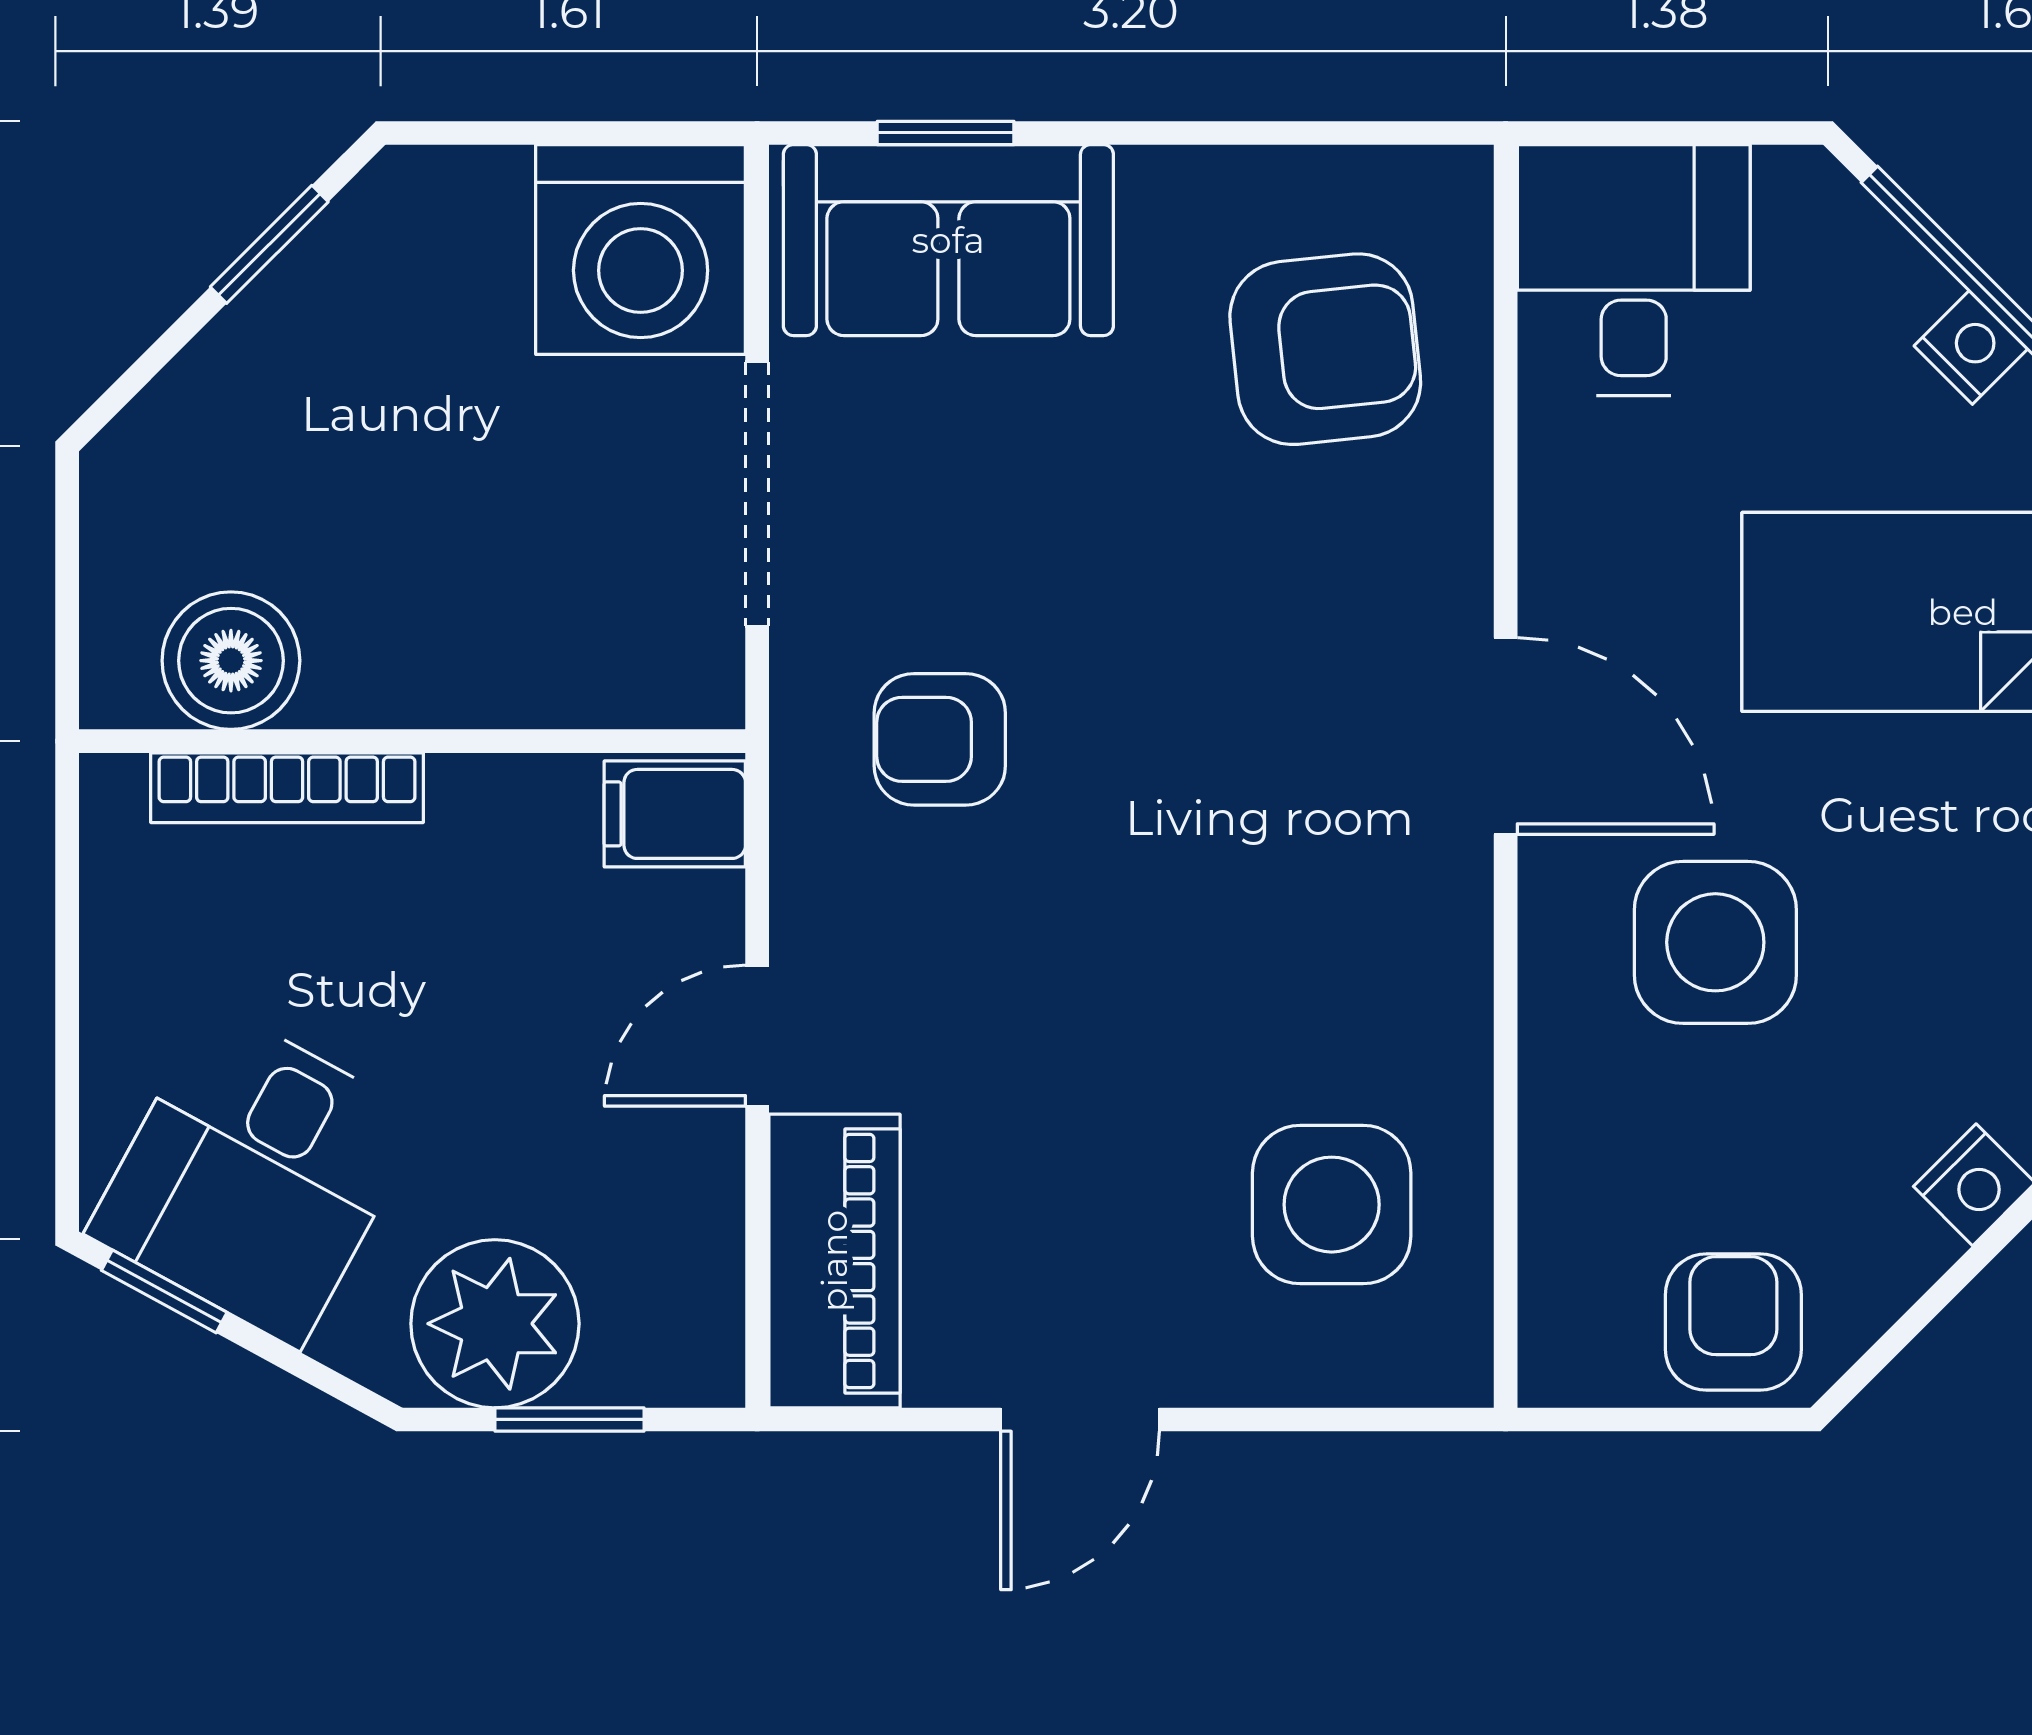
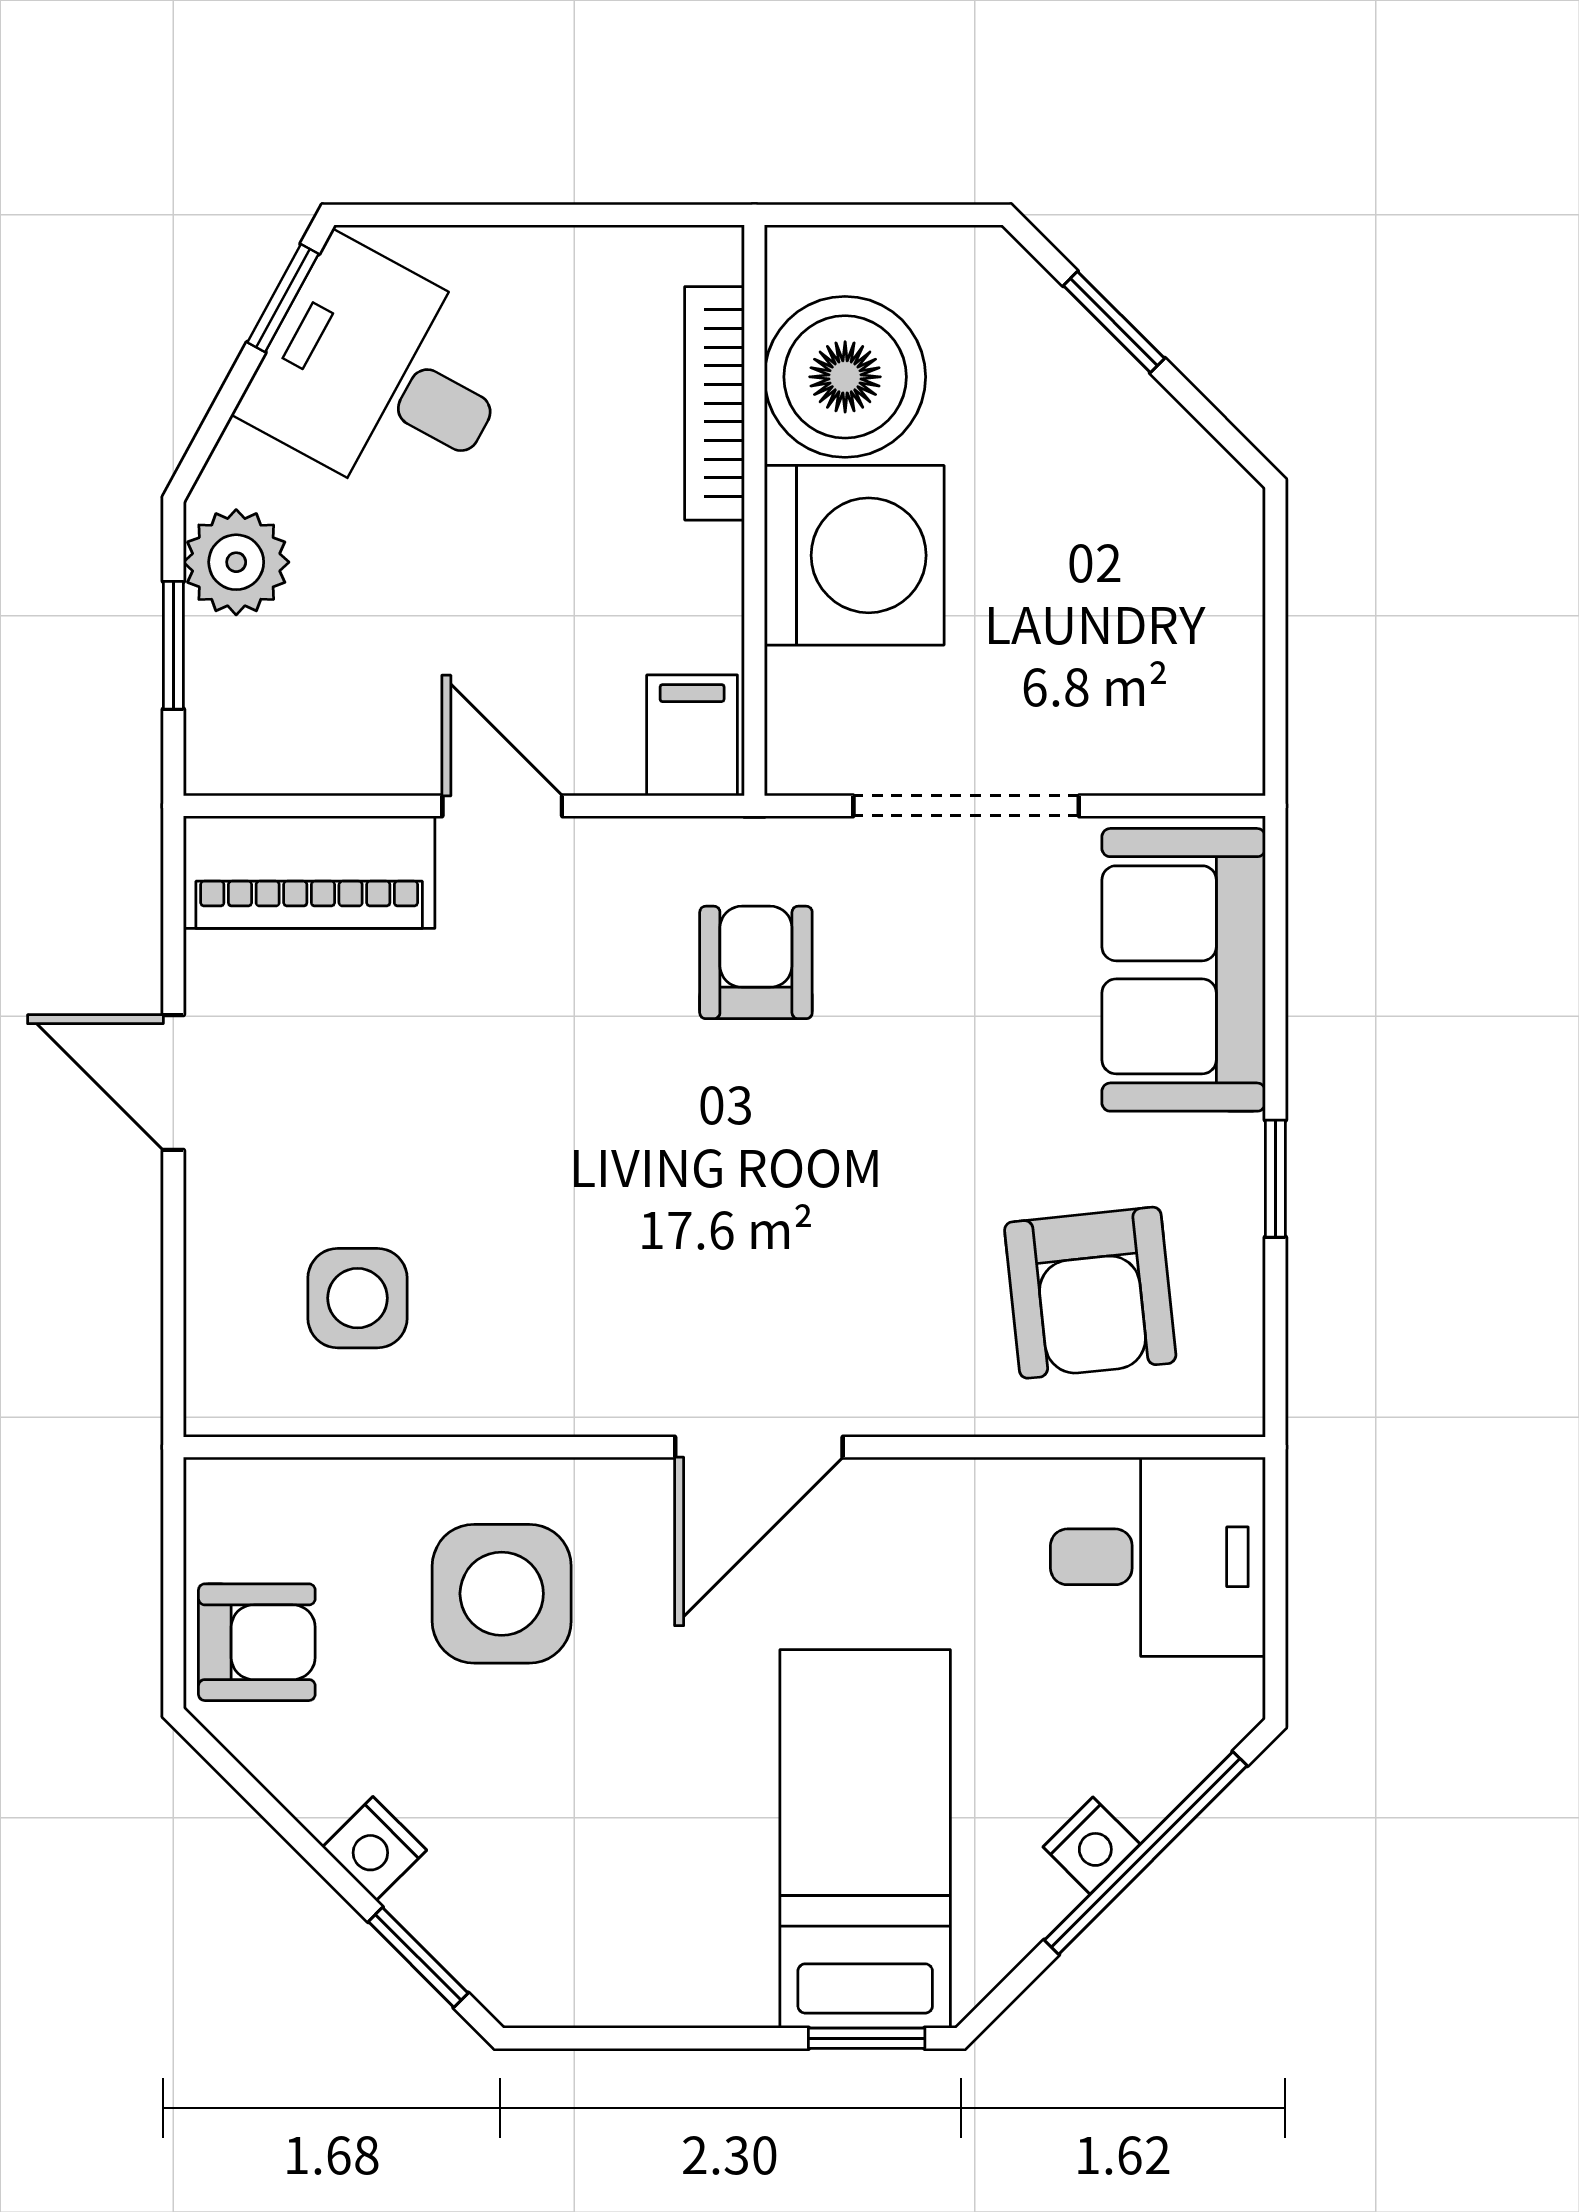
window: (946, 133) -> (1275, 1179), moved
window: (269, 244) -> (1114, 322), moved
washing machine: (641, 250) -> (854, 555), moved, turned 180
boiler: (231, 661) -> (845, 377), width x1.37, depth x1.37
side table: (1715, 942) -> (502, 1594), moved
side table: (1332, 1205) -> (357, 1298), width x0.73, depth x0.73
plant: (495, 1324) -> (236, 562), width x0.73, depth x0.73

